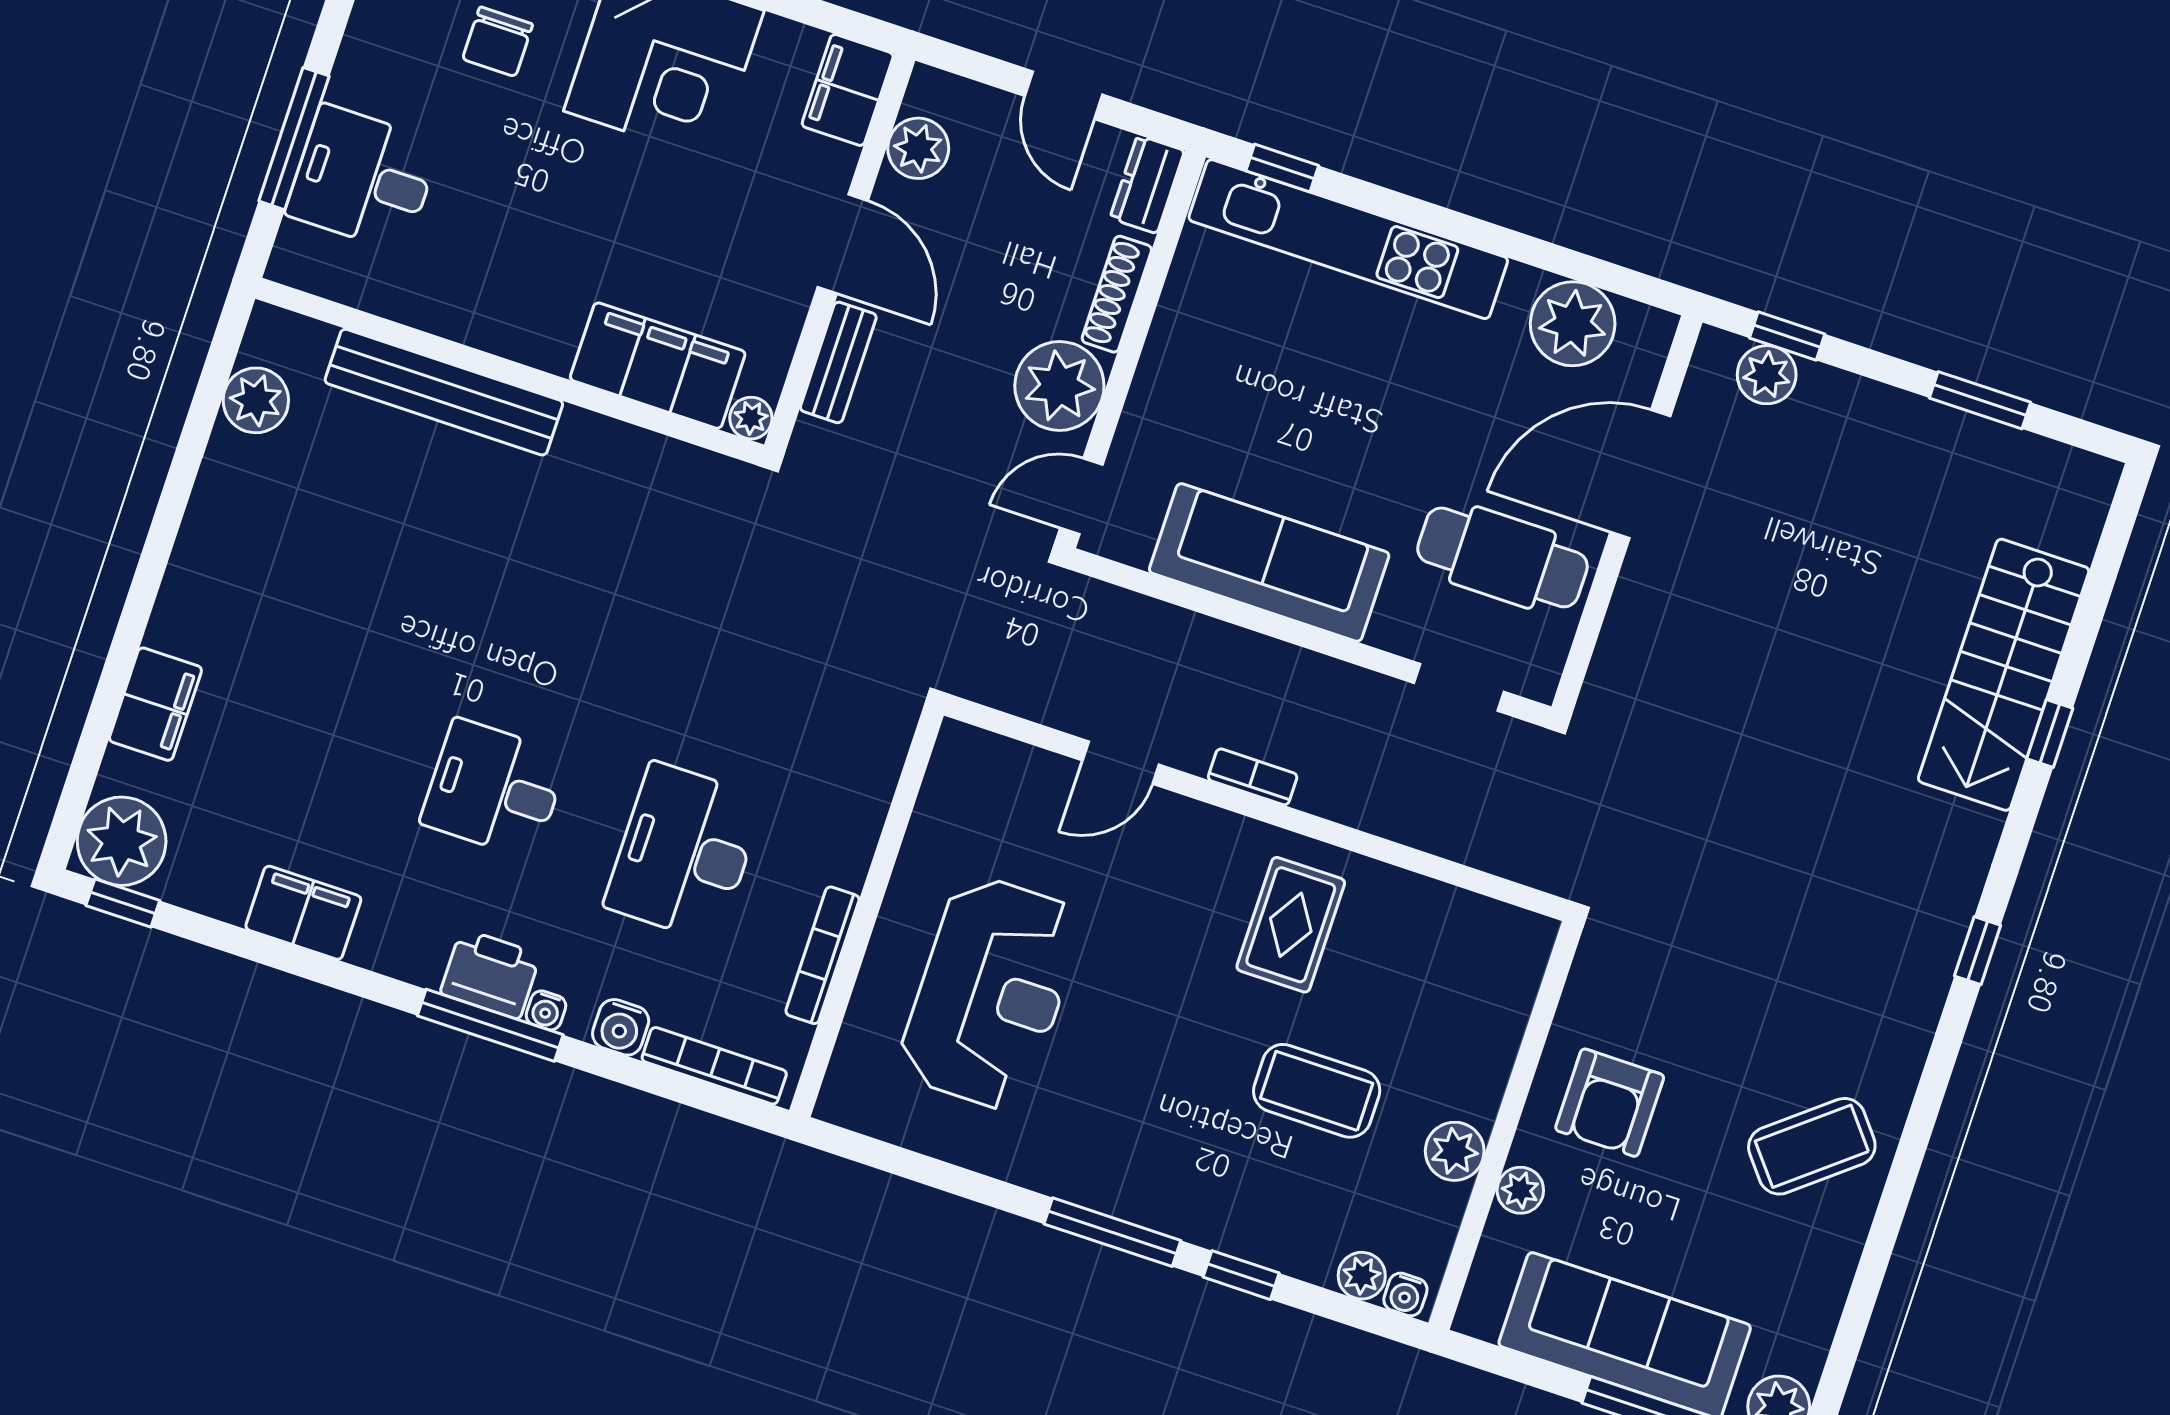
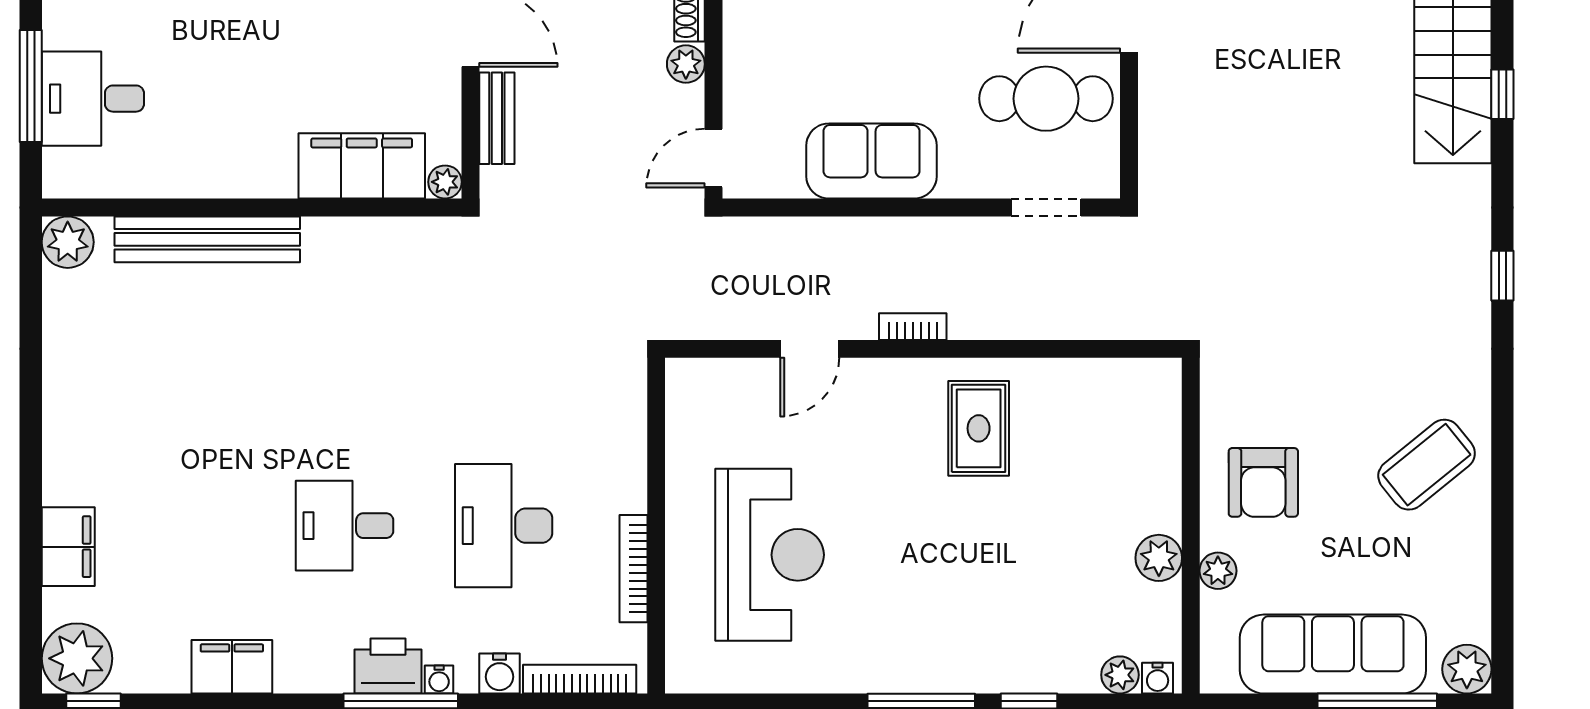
plant: (1059, 386) -> (686, 64), width x0.53, depth x0.53
plant: (256, 400) -> (68, 242), moved
sofa: (1269, 563) -> (872, 161), width x0.73
coffee table: (1317, 1091) -> (1040, 547), removed

